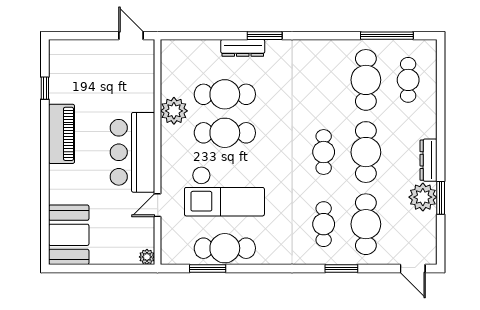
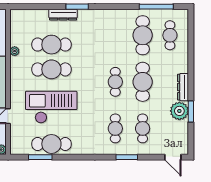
plant: (174, 111) -> (15, 51), width x0.53, depth x0.53
checkout: (224, 191) -> (51, 107), turned 180
cafe table: (366, 224) -> (143, 128), width x0.73, depth x0.74

